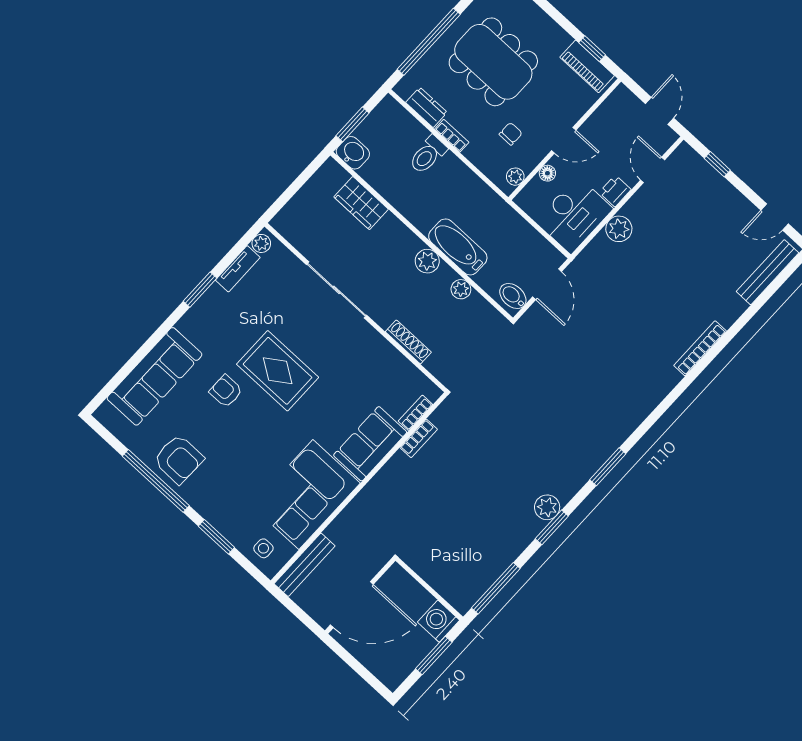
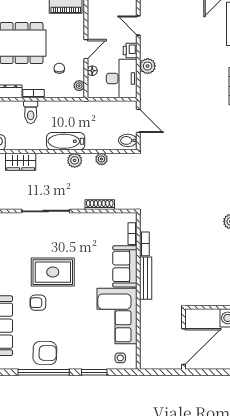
bathtub: (458, 247) -> (66, 141), moved
bench: (305, 565) -> (146, 278), moved

